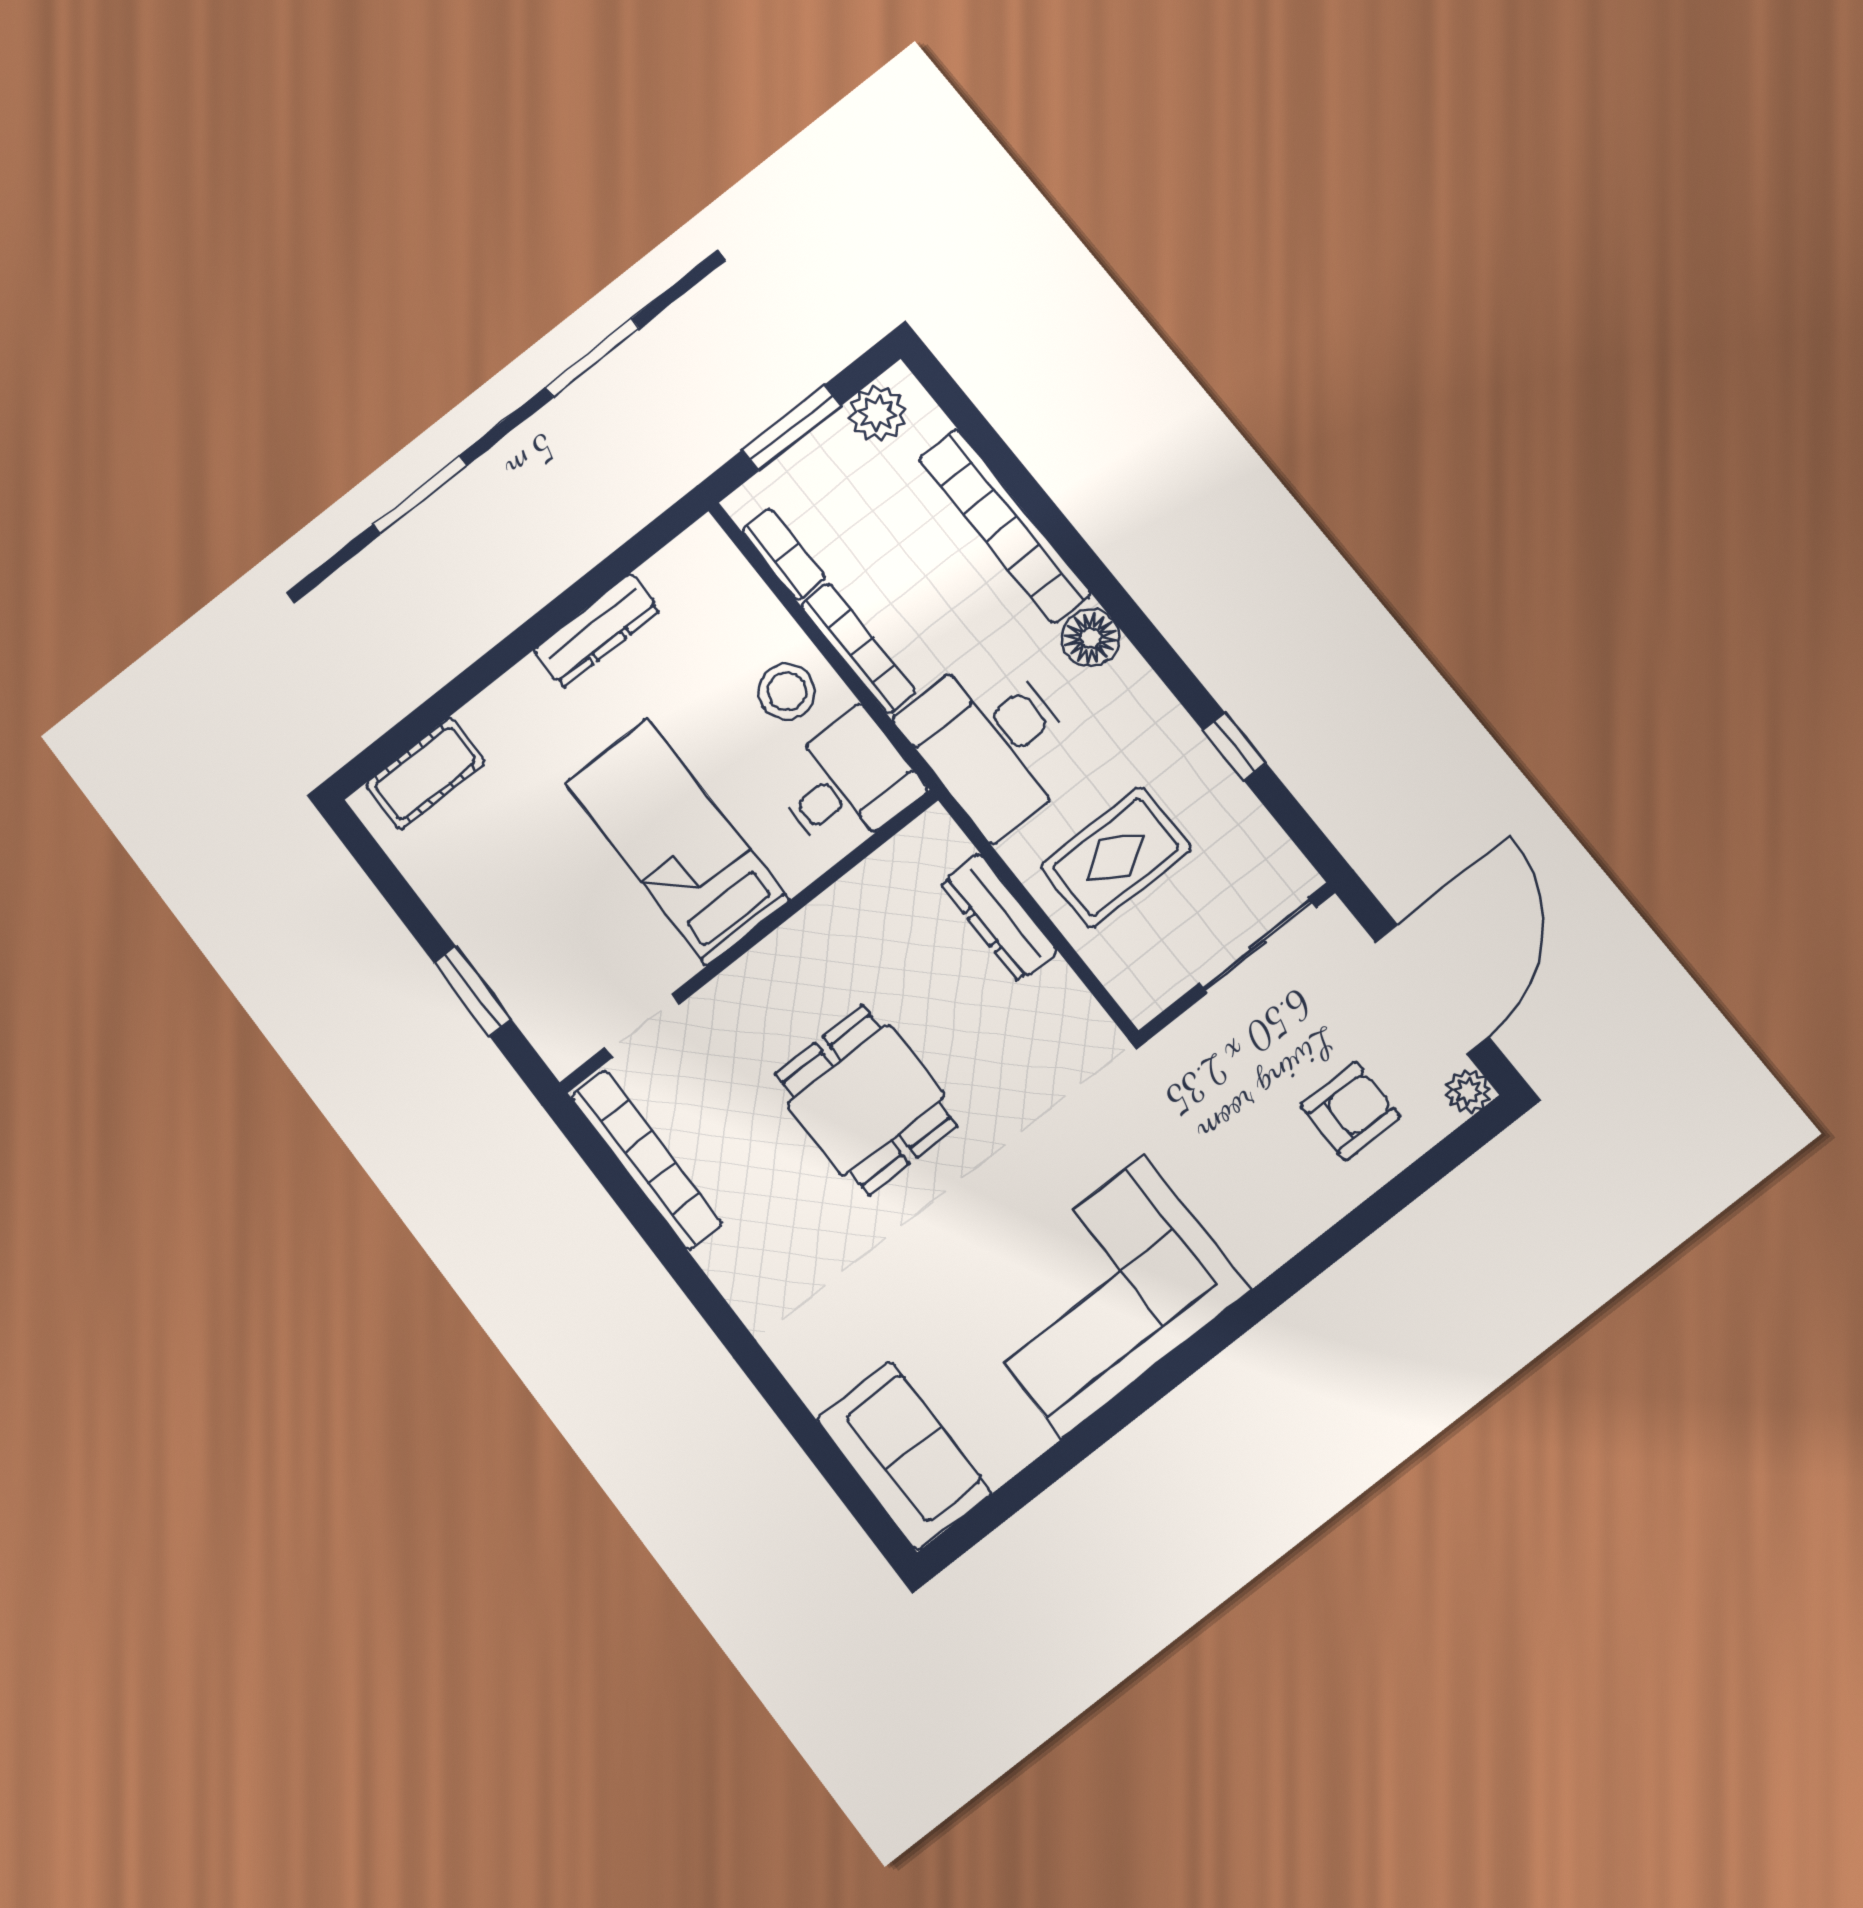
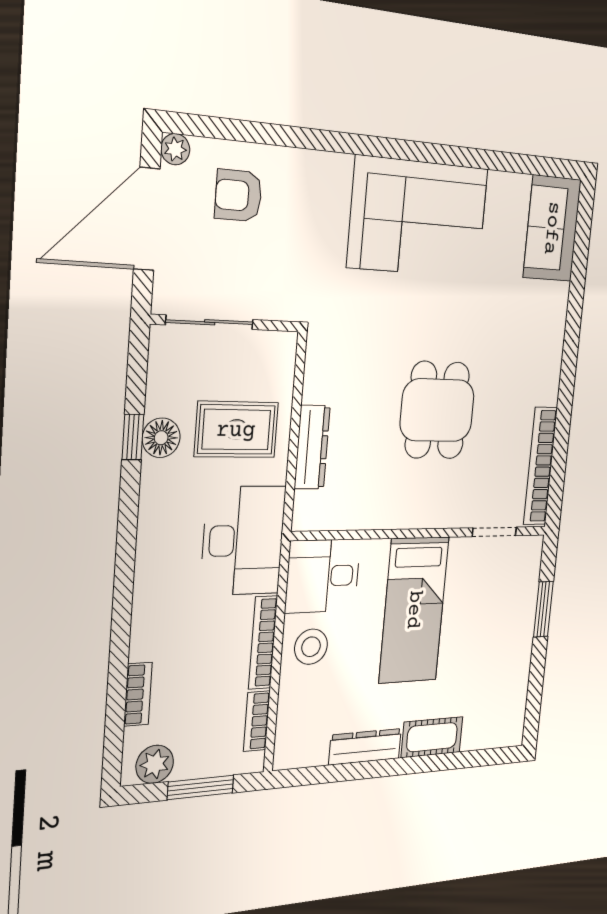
bookcase: (1005, 526) -> (138, 694), width x0.43, depth x0.76
floor lamp: (1091, 638) -> (161, 438), moved
cot: (425, 773) -> (432, 737), moved

